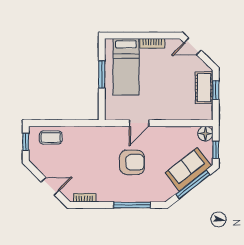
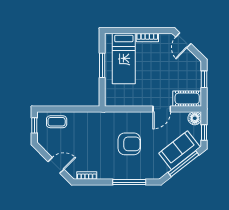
door: (193, 46) -> (183, 40), hinge flipped
cot: (204, 88) -> (187, 99), moved, turned 90
door: (139, 123) -> (162, 109), moved

